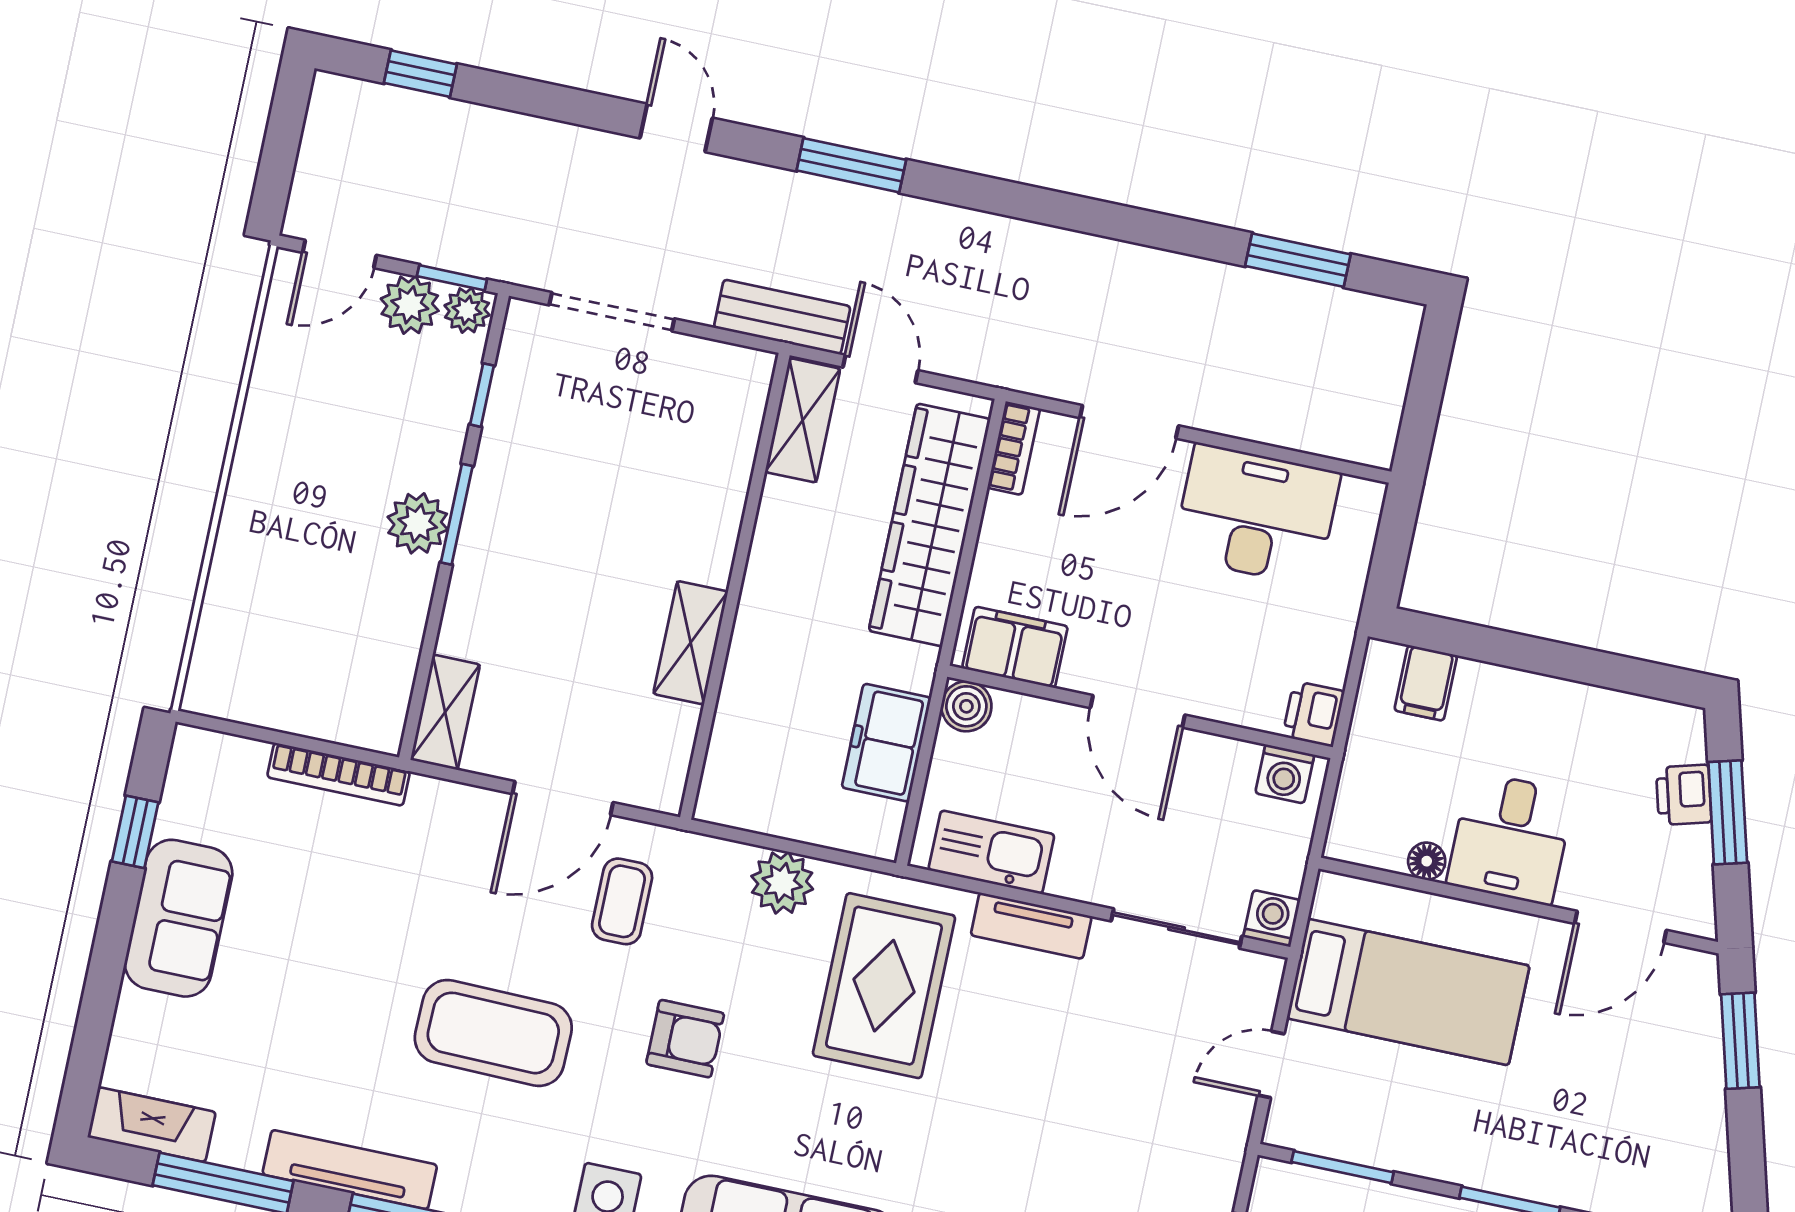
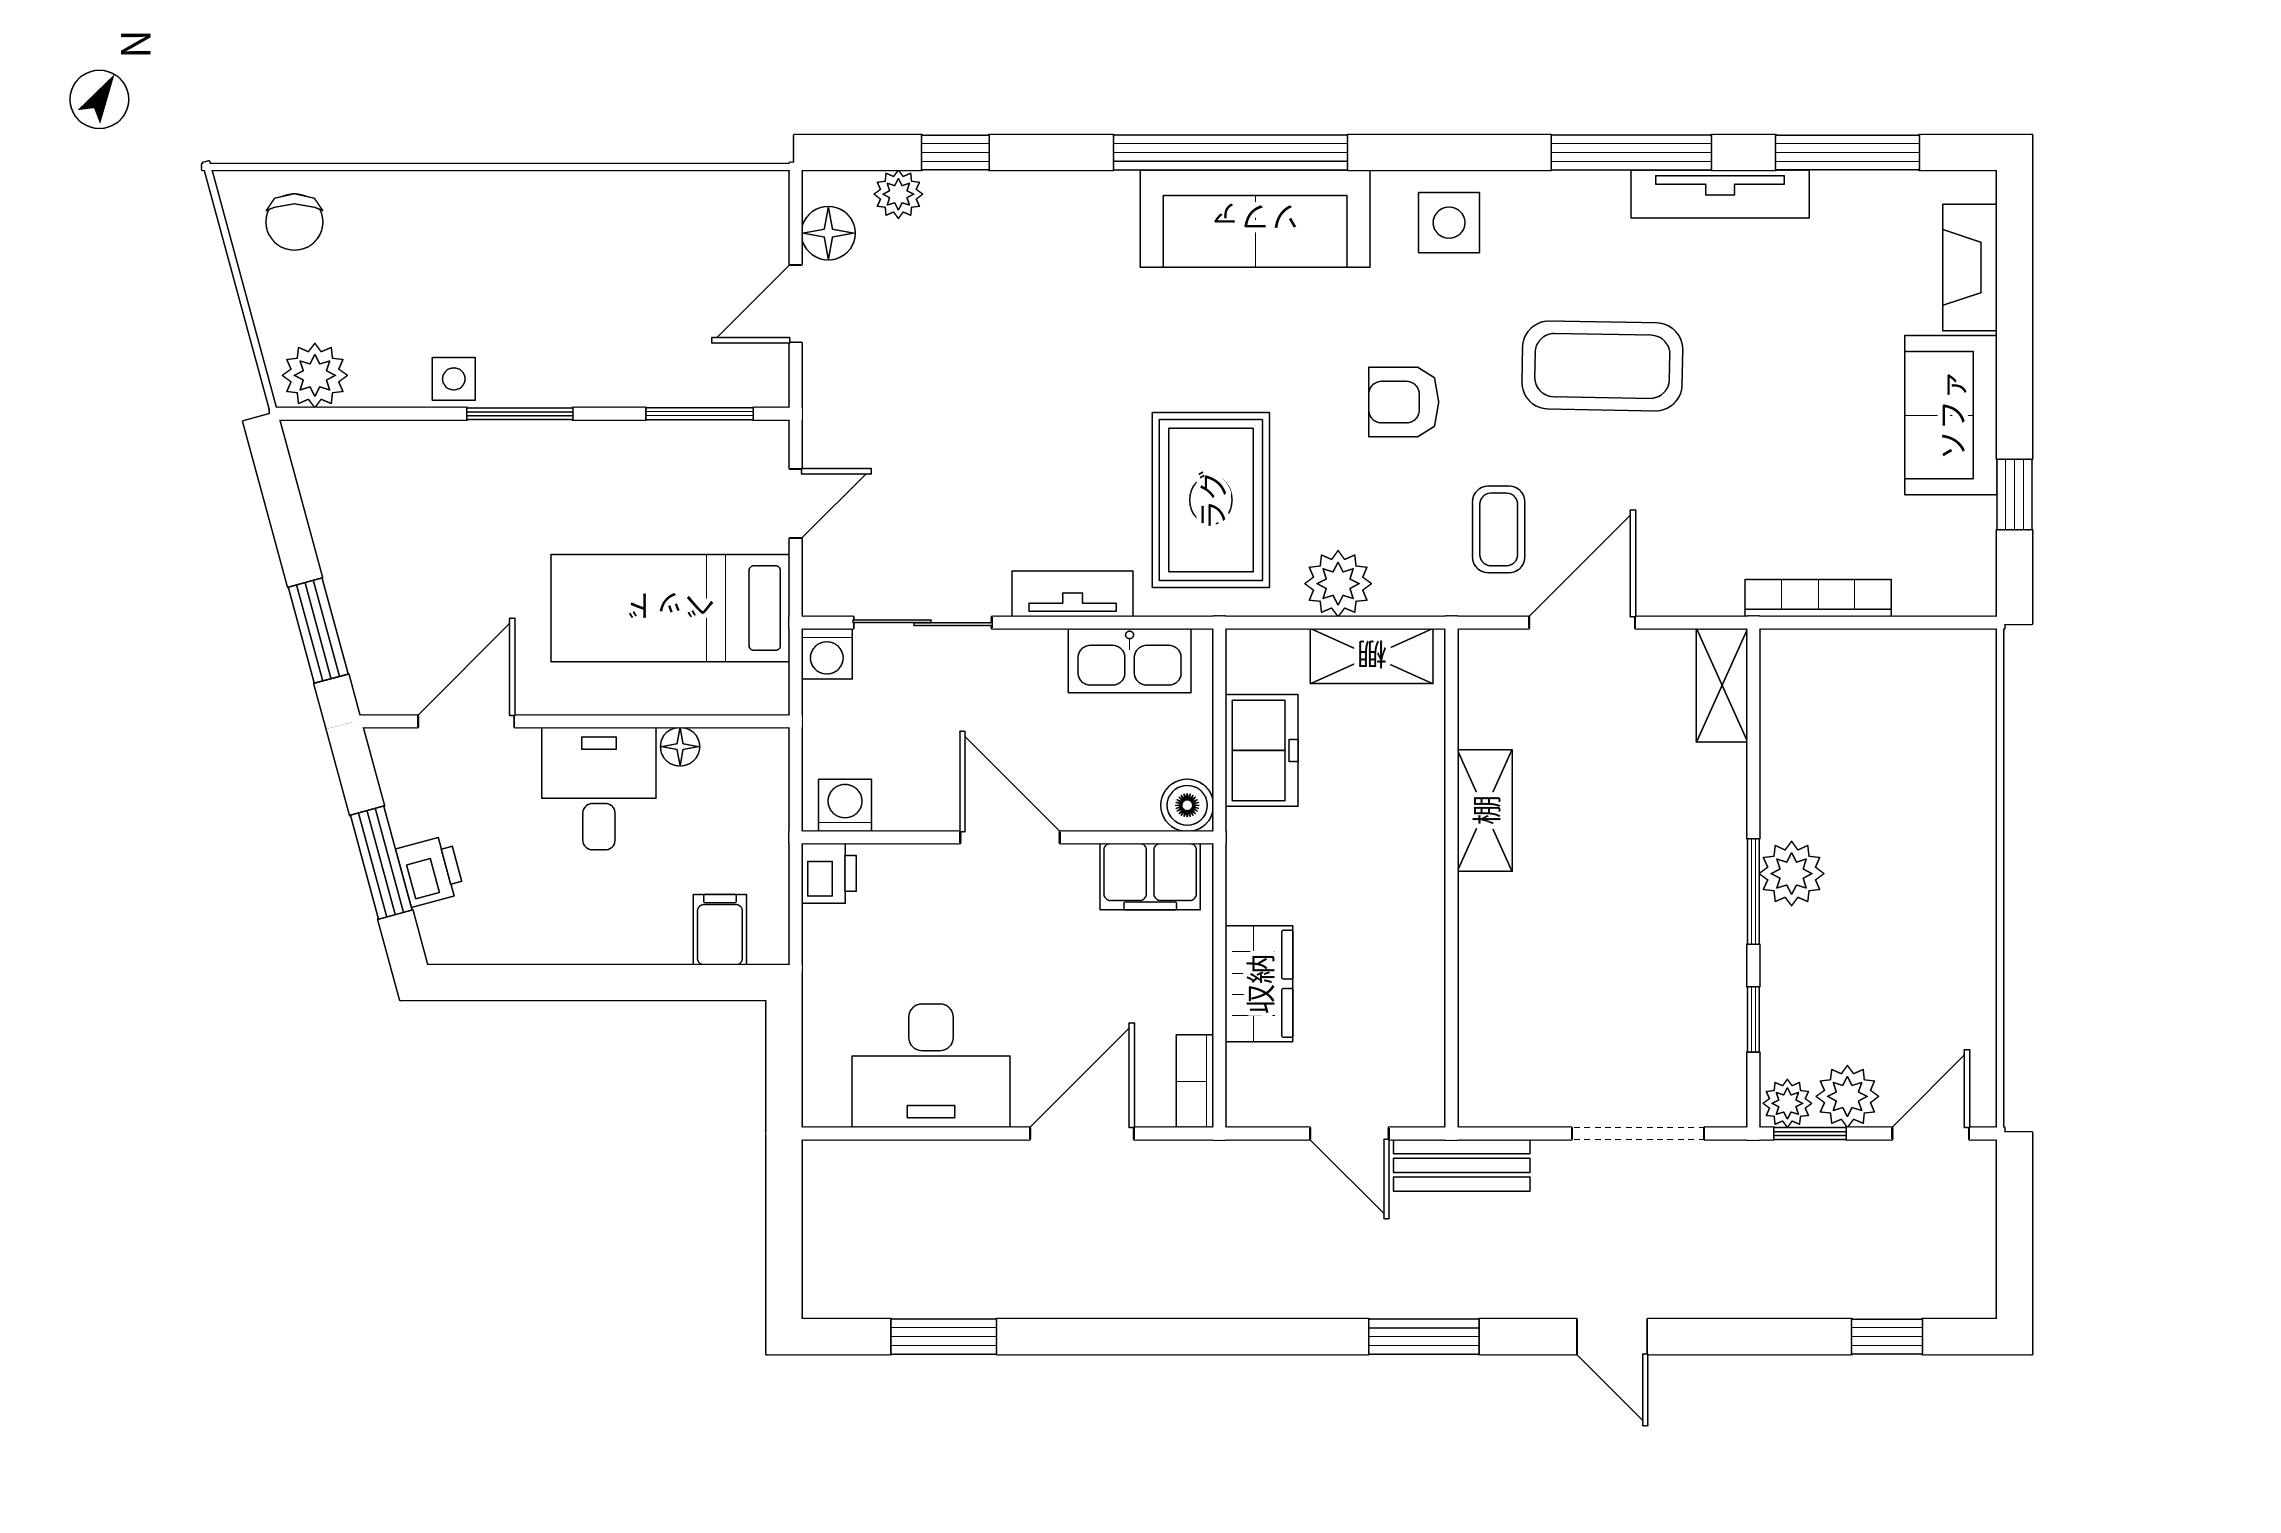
shelving: (803, 420) -> (1372, 656), moved, turned 90
wardrobe: (930, 525) -> (1259, 984), width x0.48, depth x0.85
fireplace: (152, 1125) -> (1970, 267), moved, turned 90

